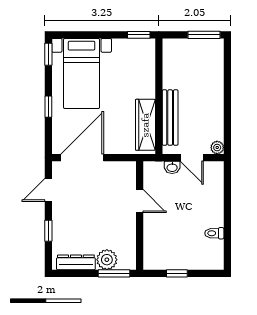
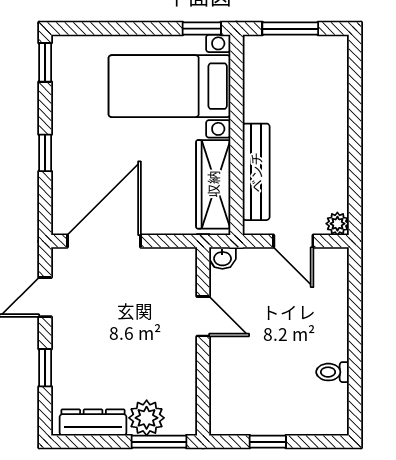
window: (204, 35) -> (290, 29), moved
bed with nightstands: (82, 73) -> (169, 86), moved, turned 90
washbasin: (172, 167) -> (222, 258), moved

